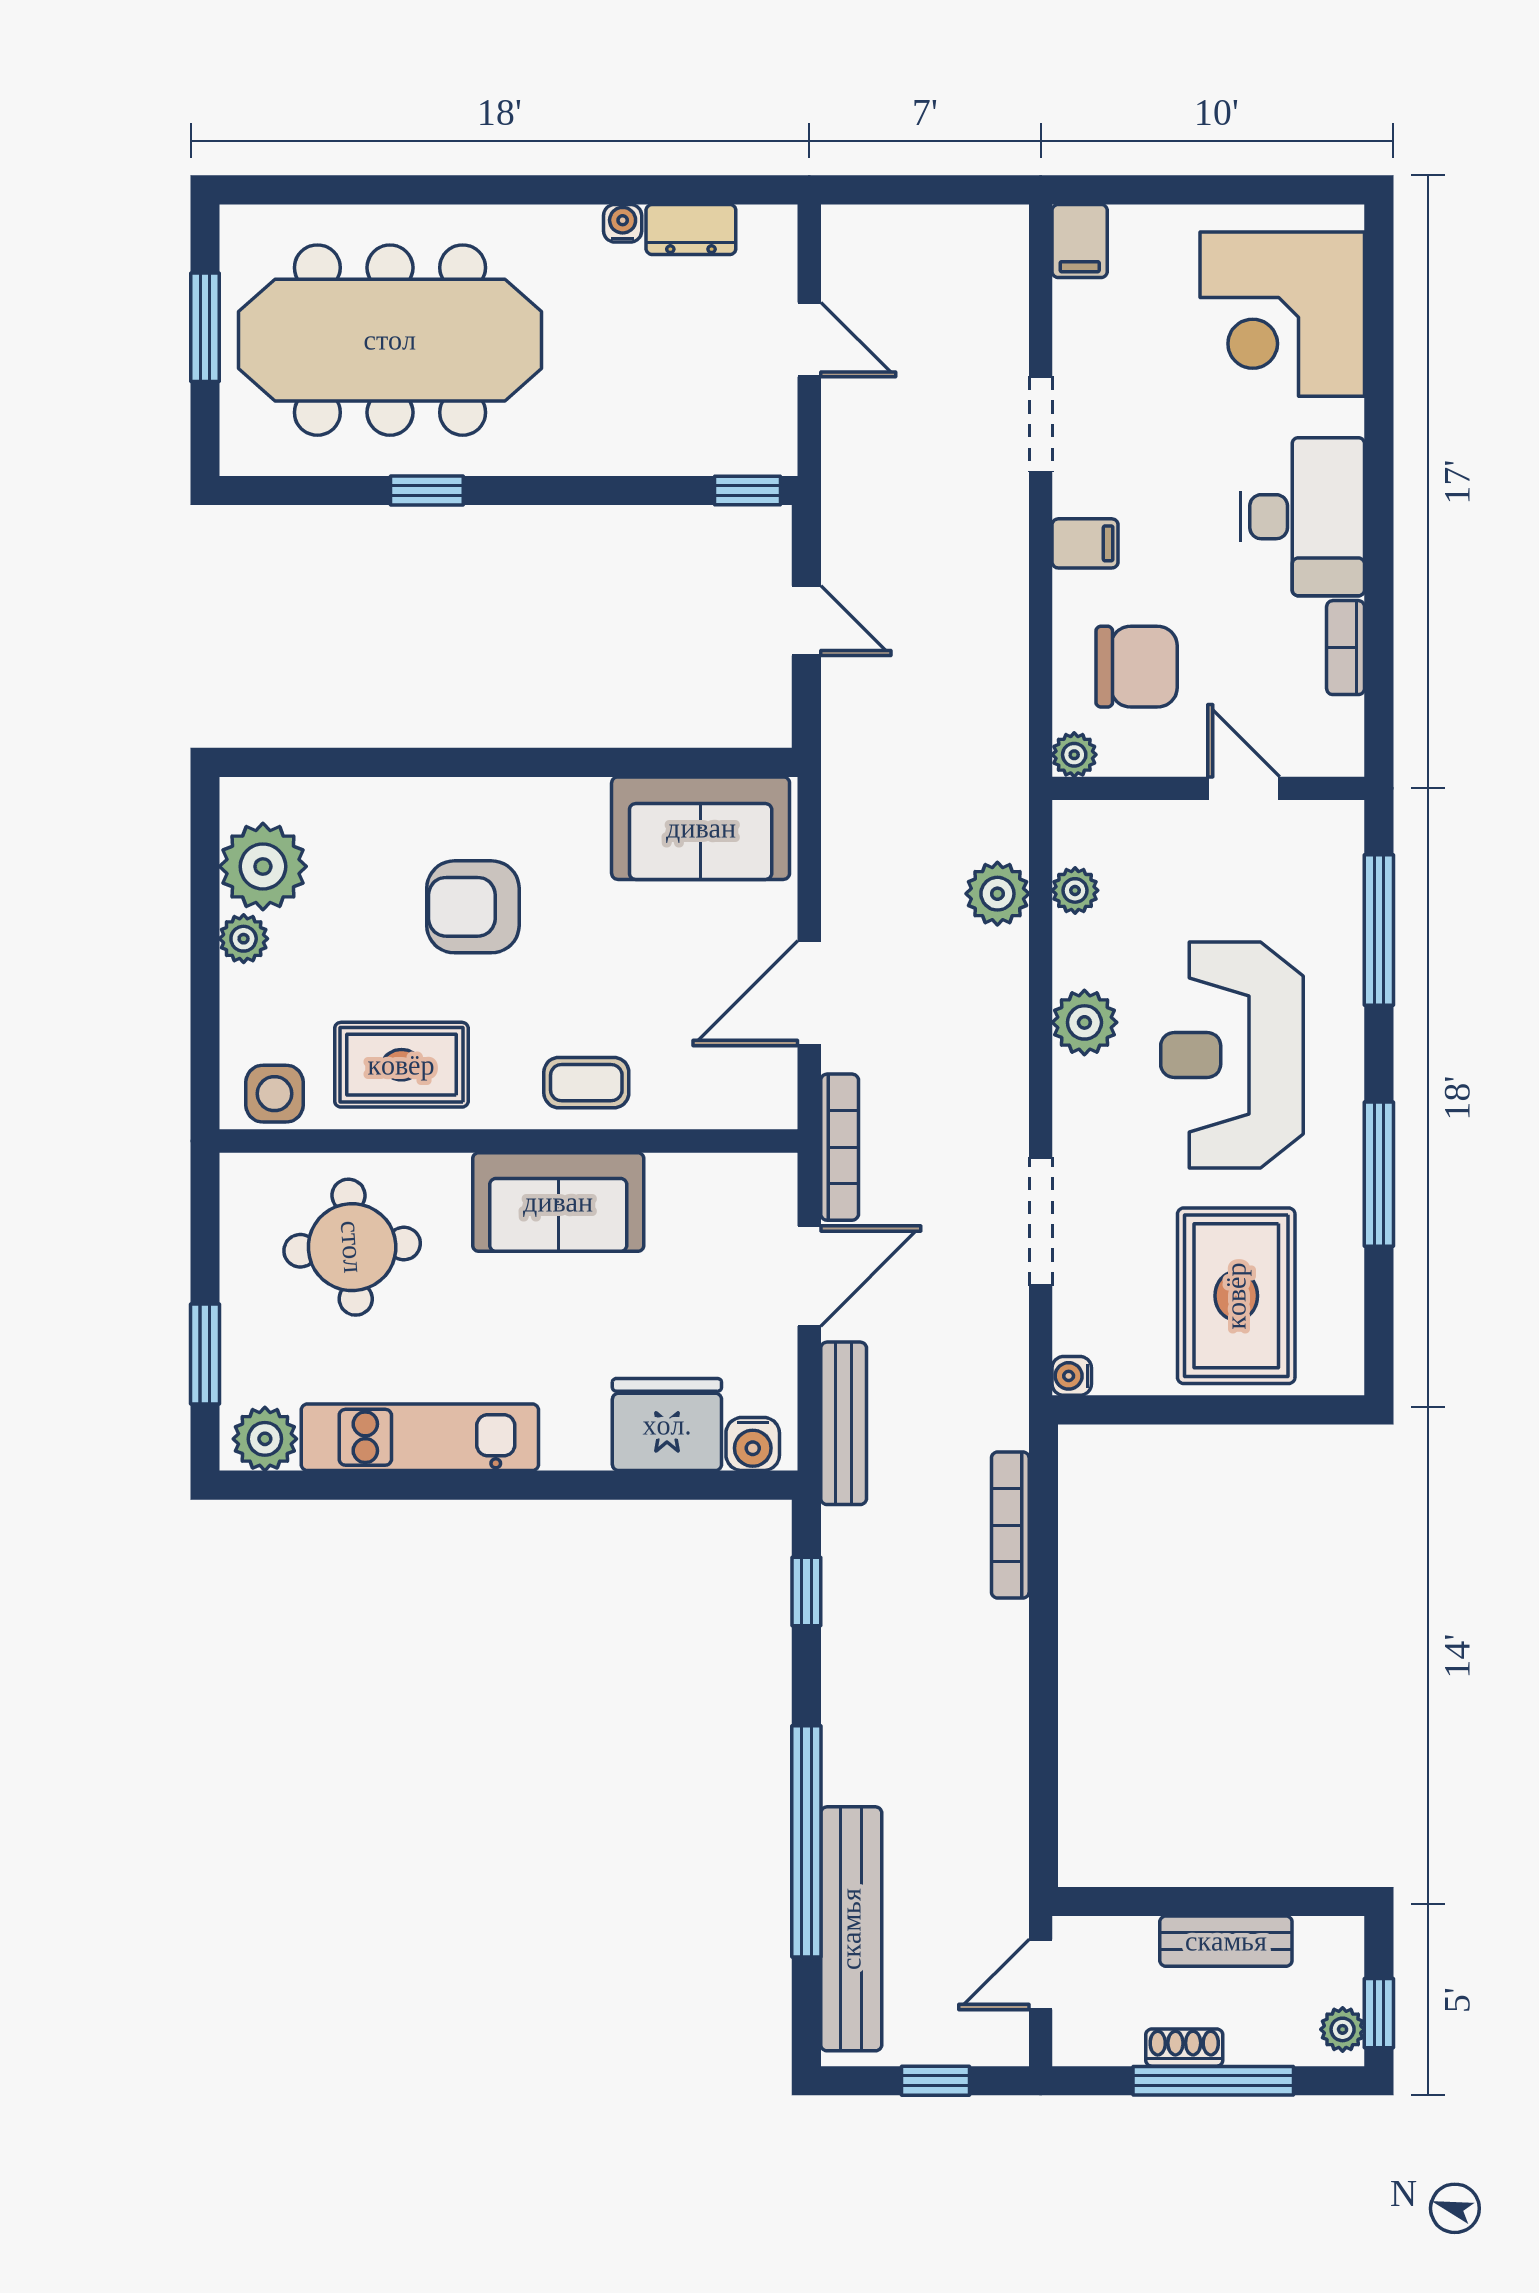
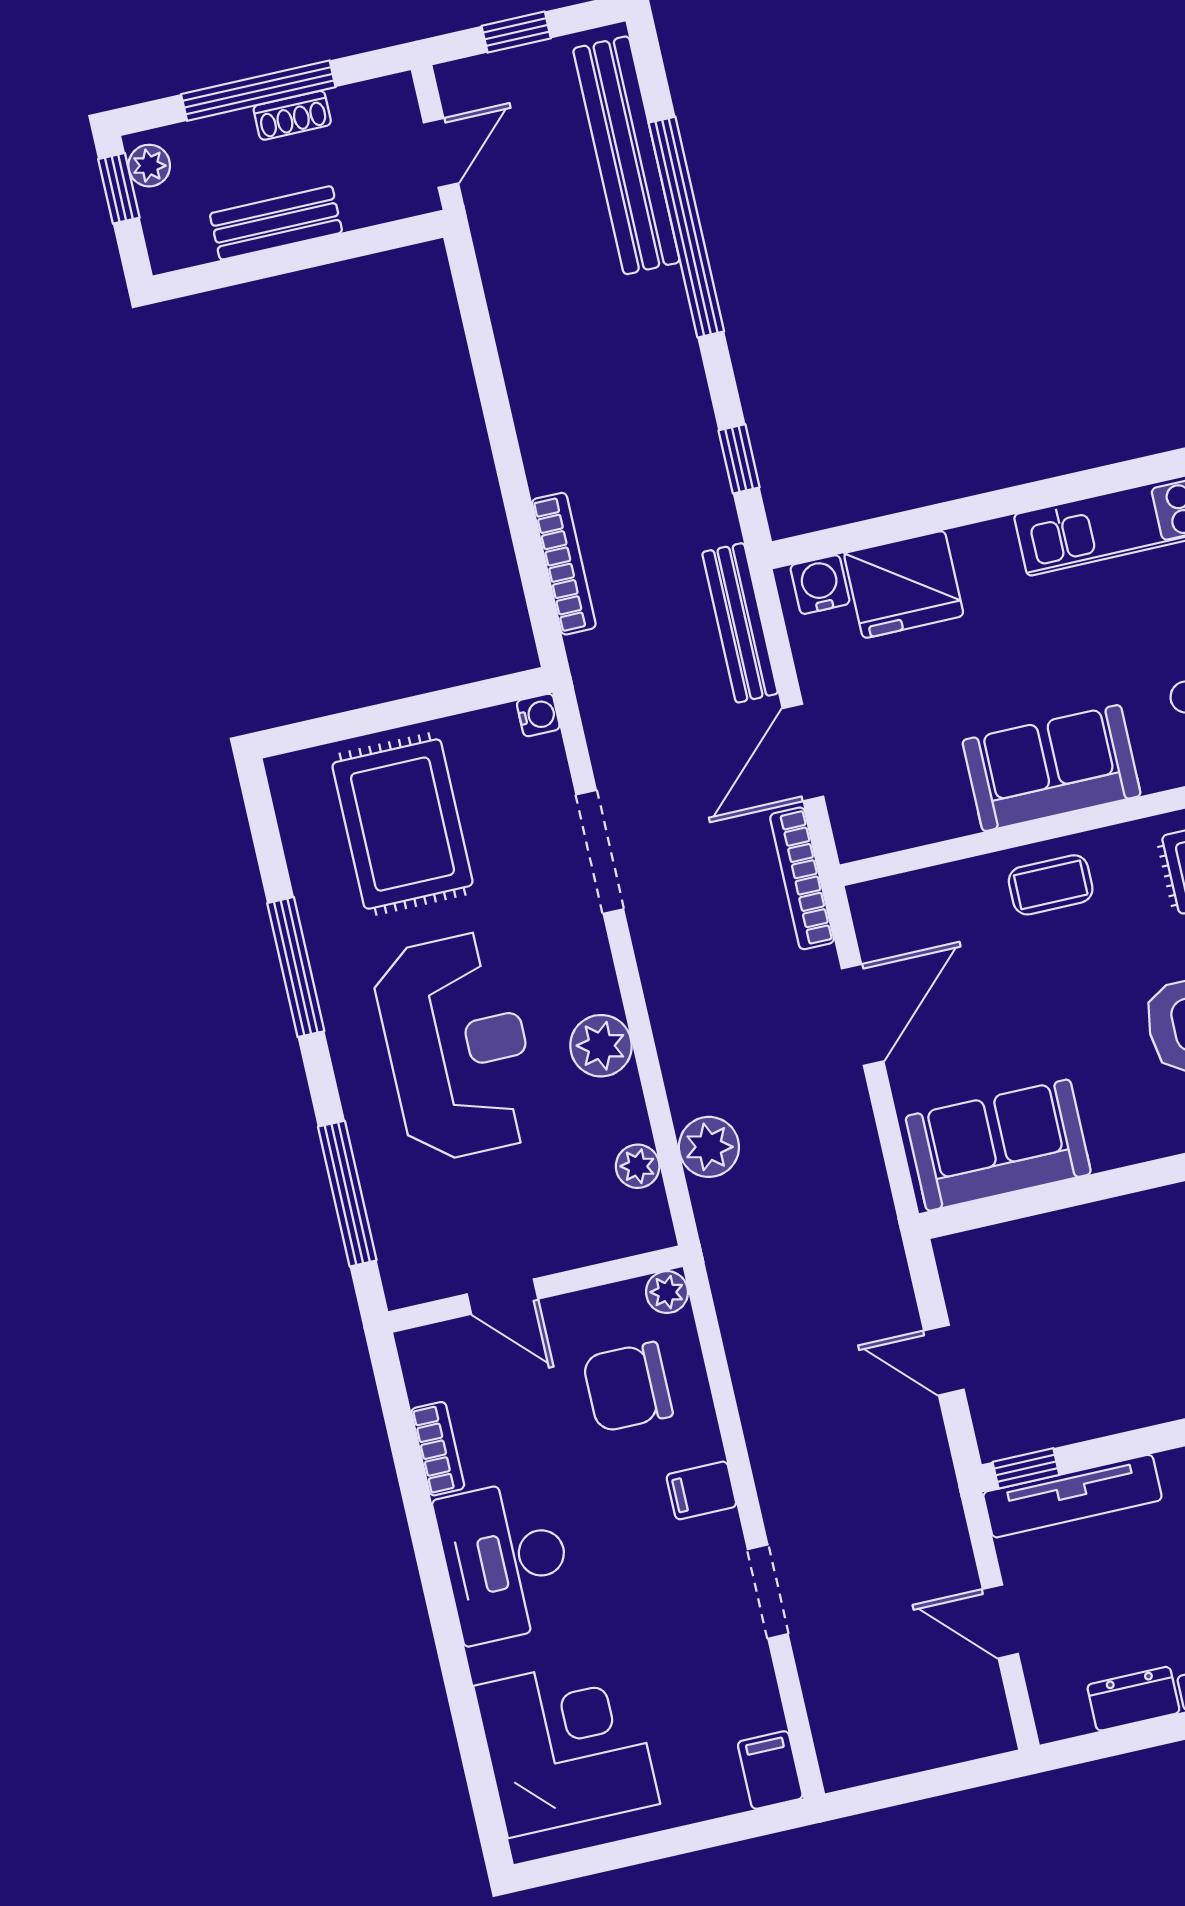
tv unit: (706, 451) -> (1072, 1496), added

